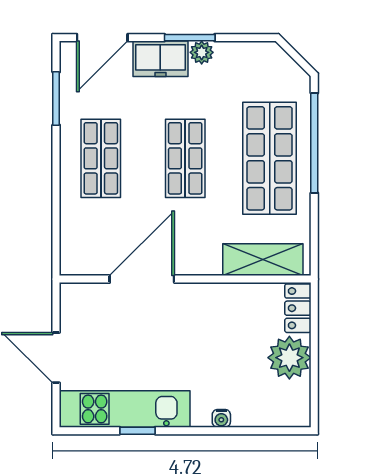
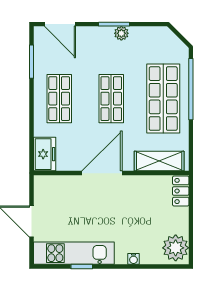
door: (102, 38) -> (60, 24), hinge flipped
freezer: (160, 59) -> (45, 154), moved, turned -90
door: (142, 279) -> (102, 173), moved
plant: (289, 358) -> (176, 248), moved

